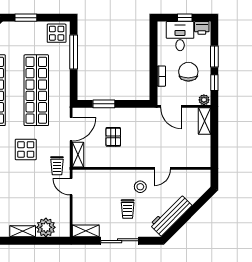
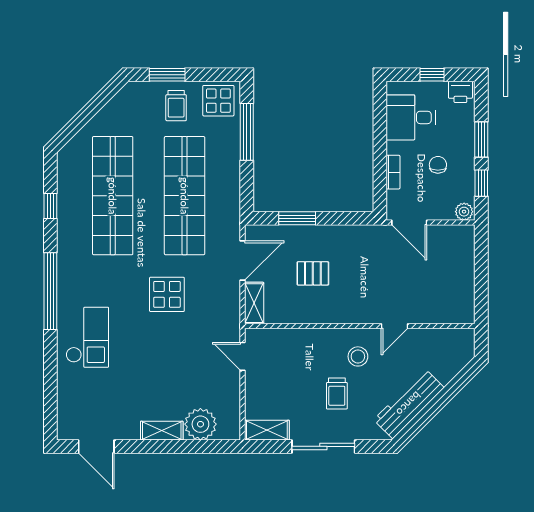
desk: (180, 36) -> (411, 117), moved, turned -90
chair: (188, 72) -> (438, 165), width x0.54, depth x0.54
shelving: (204, 121) -> (465, 247), removed
pallet: (113, 137) -> (313, 273), turned 90
trolley: (57, 166) -> (176, 106), moved

